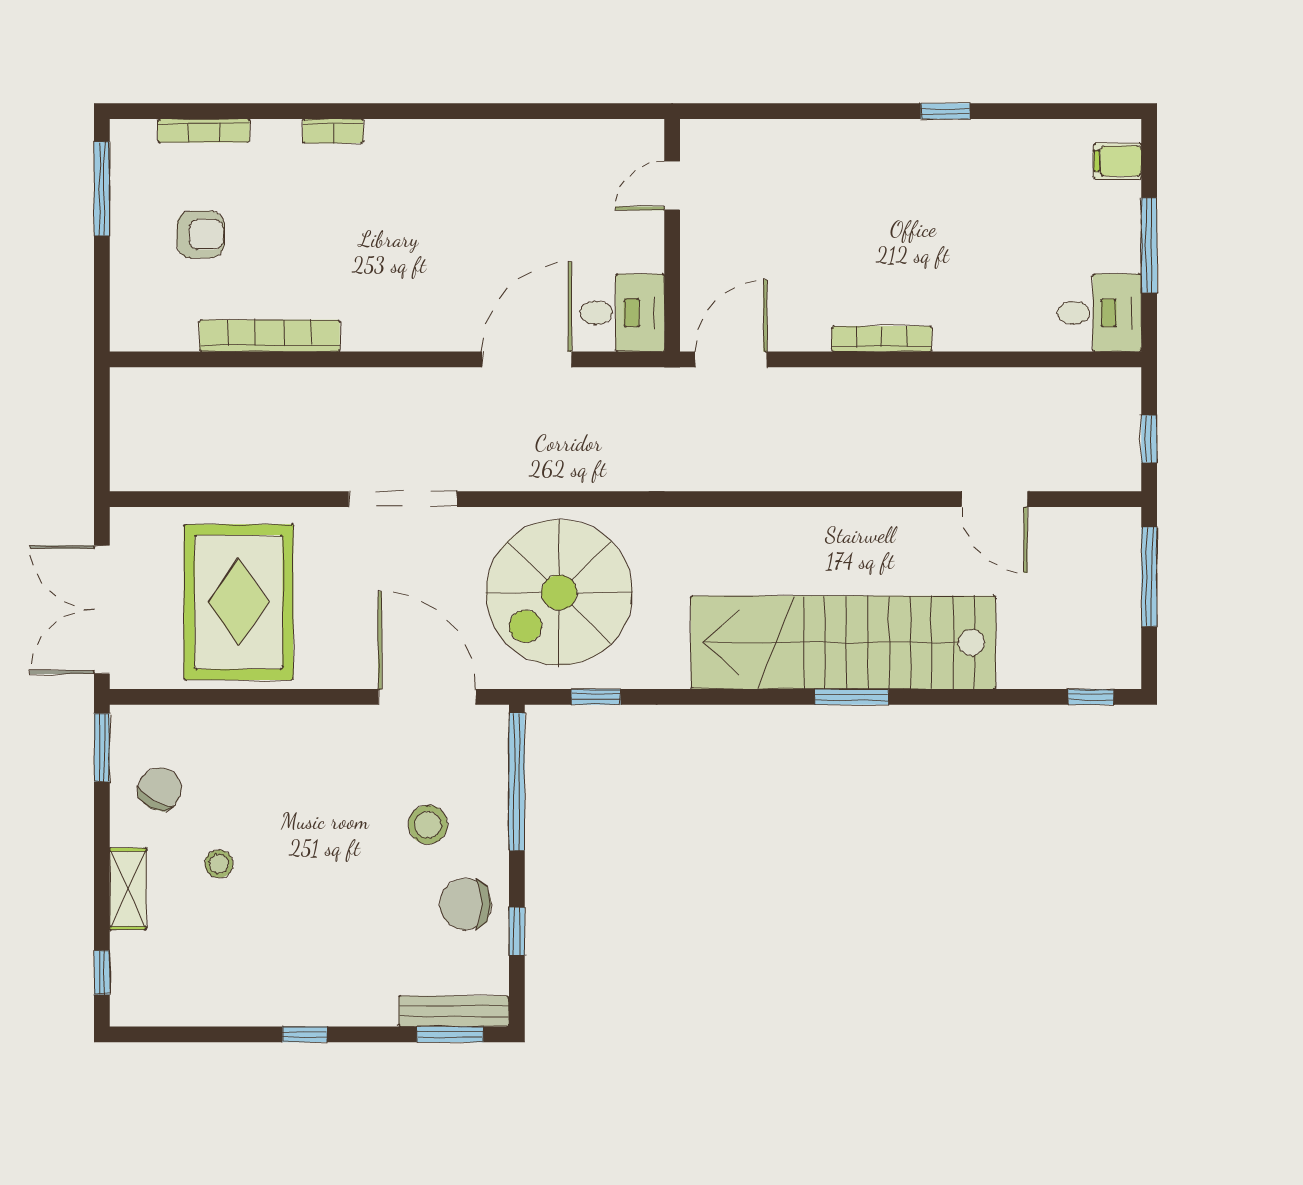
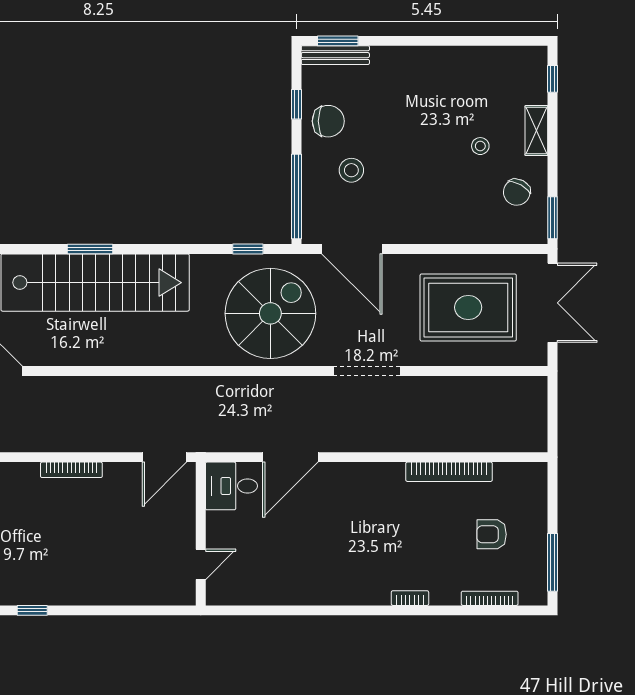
rug: (239, 602) -> (468, 307), turned 90
window: (305, 1034) -> (427, 41), removed

